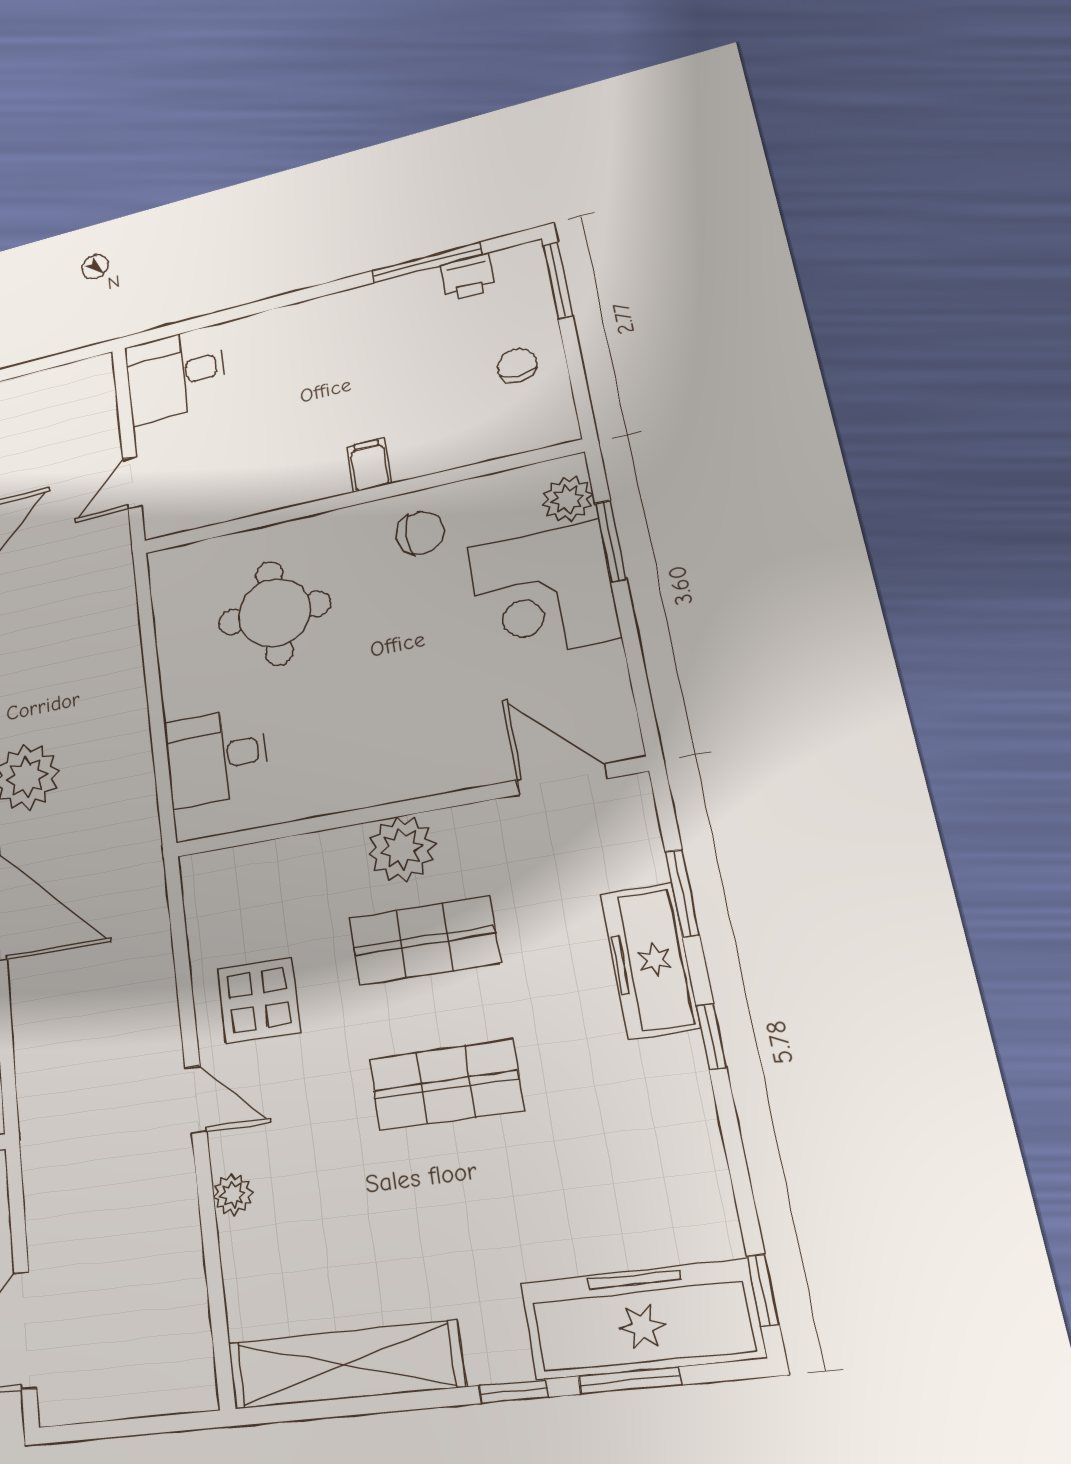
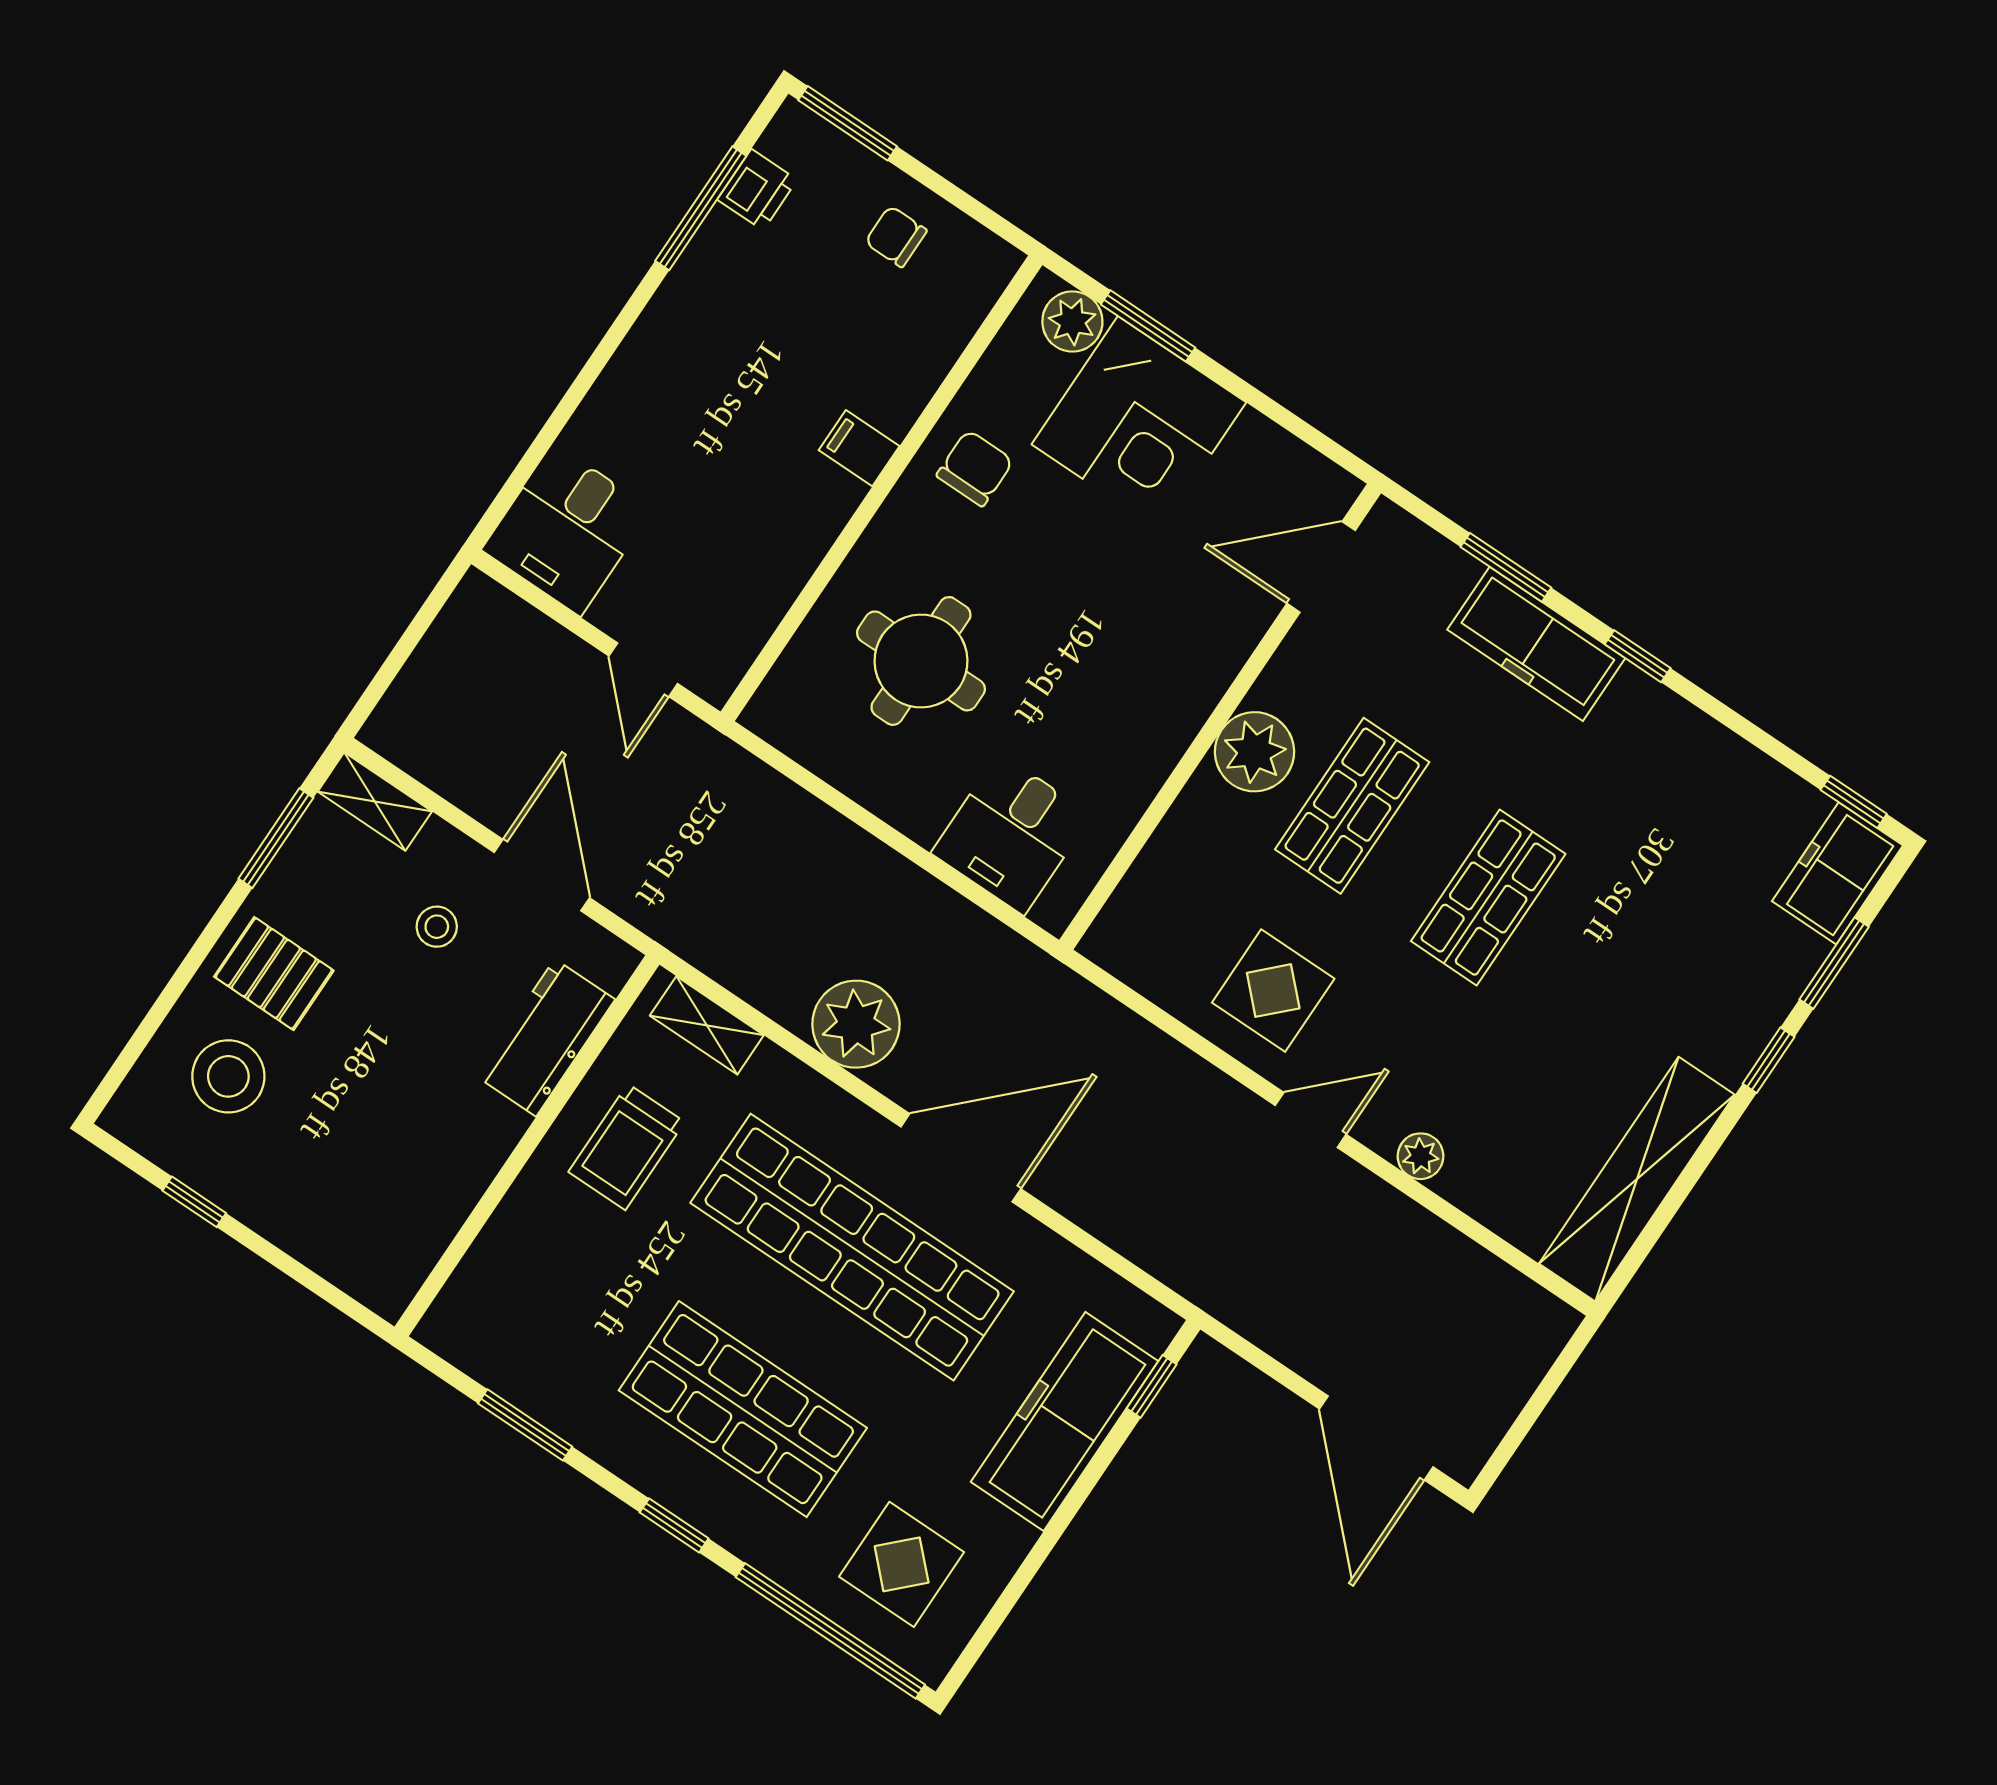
freezer: (641, 1320) -> (1837, 873), width x0.52, depth x0.79

